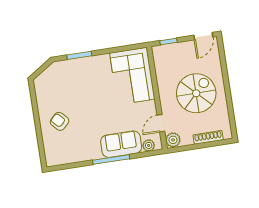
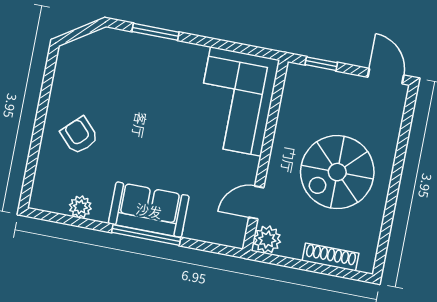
door: (203, 36) -> (386, 76), swing flipped
spiral stairs: (196, 93) -> (337, 172), turned 180
sofa: (121, 144) -> (149, 210), moved
plant: (149, 145) -> (80, 207), moved

